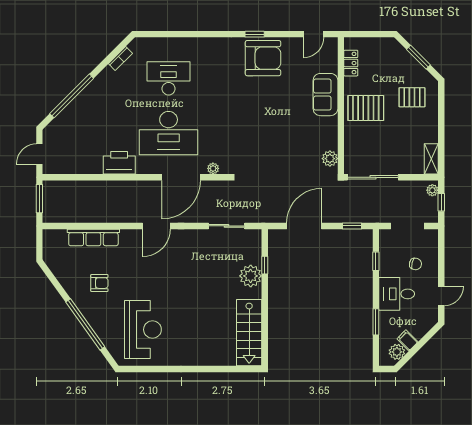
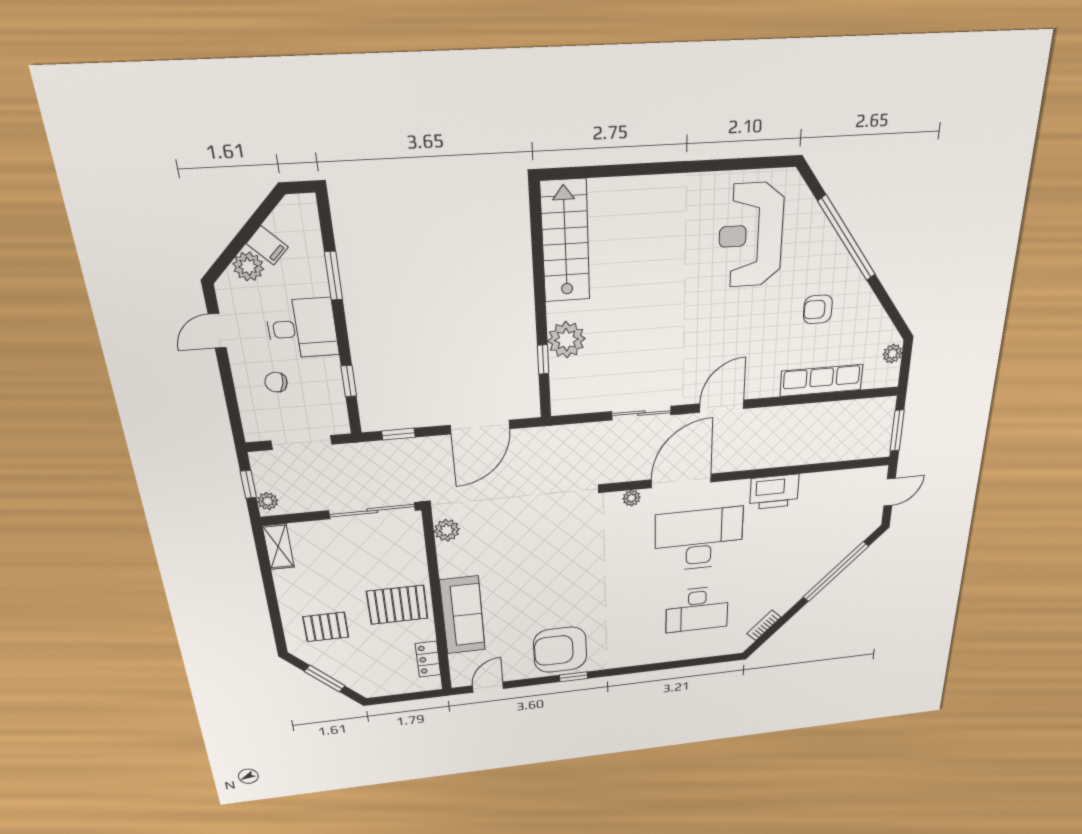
sofa: (325, 95) -> (463, 615), width x1.36
sliding door: (227, 226) -> (641, 413), moved
plant: (49, 251) -> (893, 354), added
plant: (397, 352) -> (248, 266), moved

